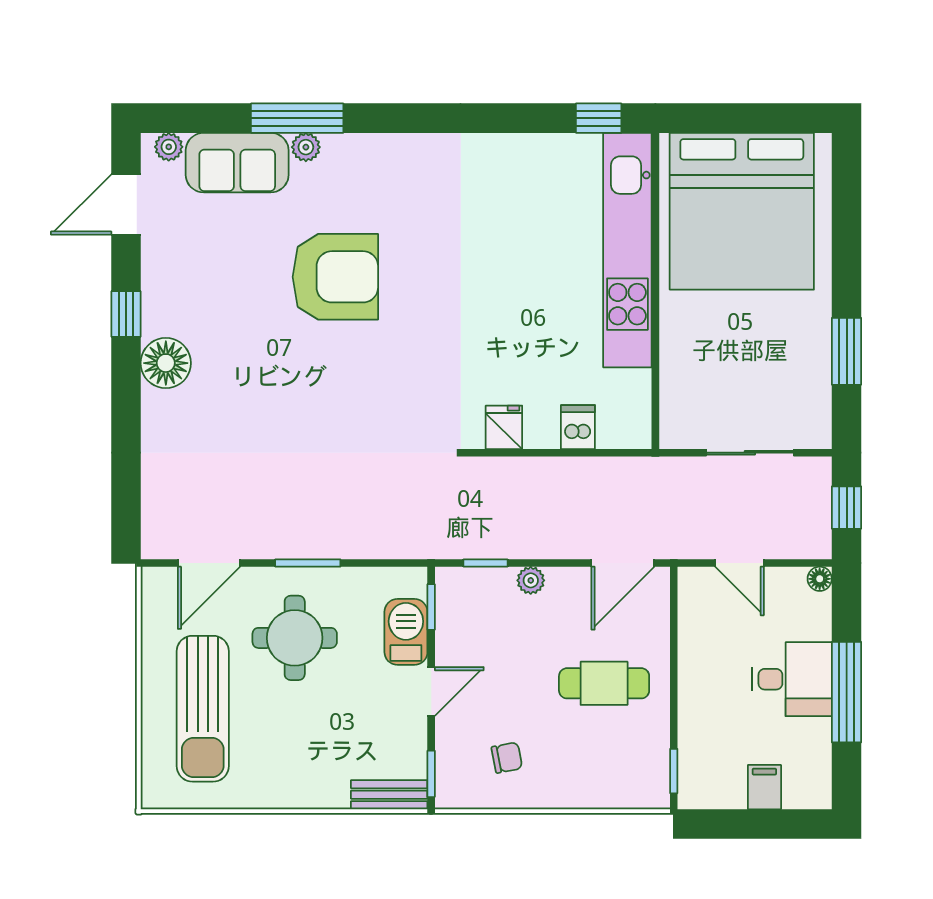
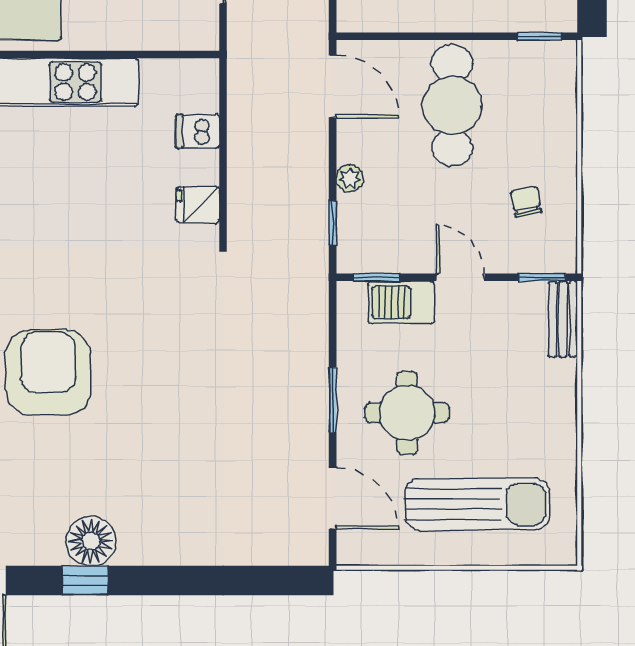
floor lamp: (166, 363) -> (91, 541), moved
cafe table: (604, 683) -> (452, 105), width x1.37, depth x1.35

